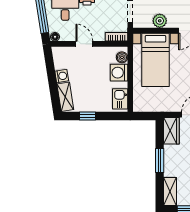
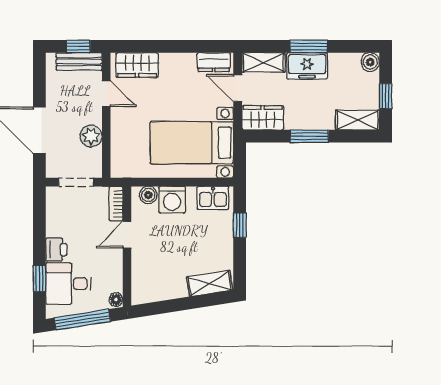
door: (84, 44) -> (127, 235), moved
bed with nightstands: (155, 60) -> (192, 143), moved, turned 180
washing machine: (62, 76) -> (177, 289), removed
window: (88, 116) -> (240, 225), moved

